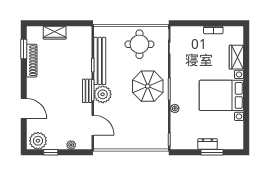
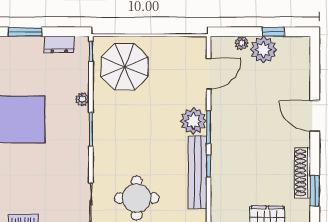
parasol: (148, 86) -> (125, 67), moved
bench: (87, 91) -> (217, 126), removed
door: (24, 109) -> (315, 116), moved
door: (93, 125) -> (209, 74), swing flipped
plant: (38, 141) -> (263, 50), moved
dresser: (207, 144) -> (59, 45), moved

